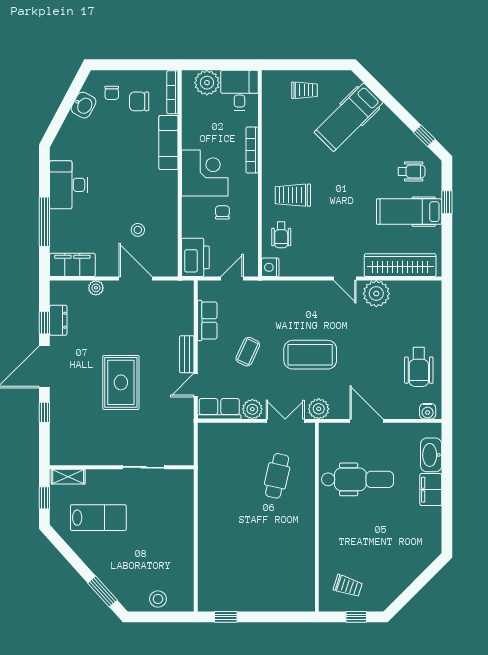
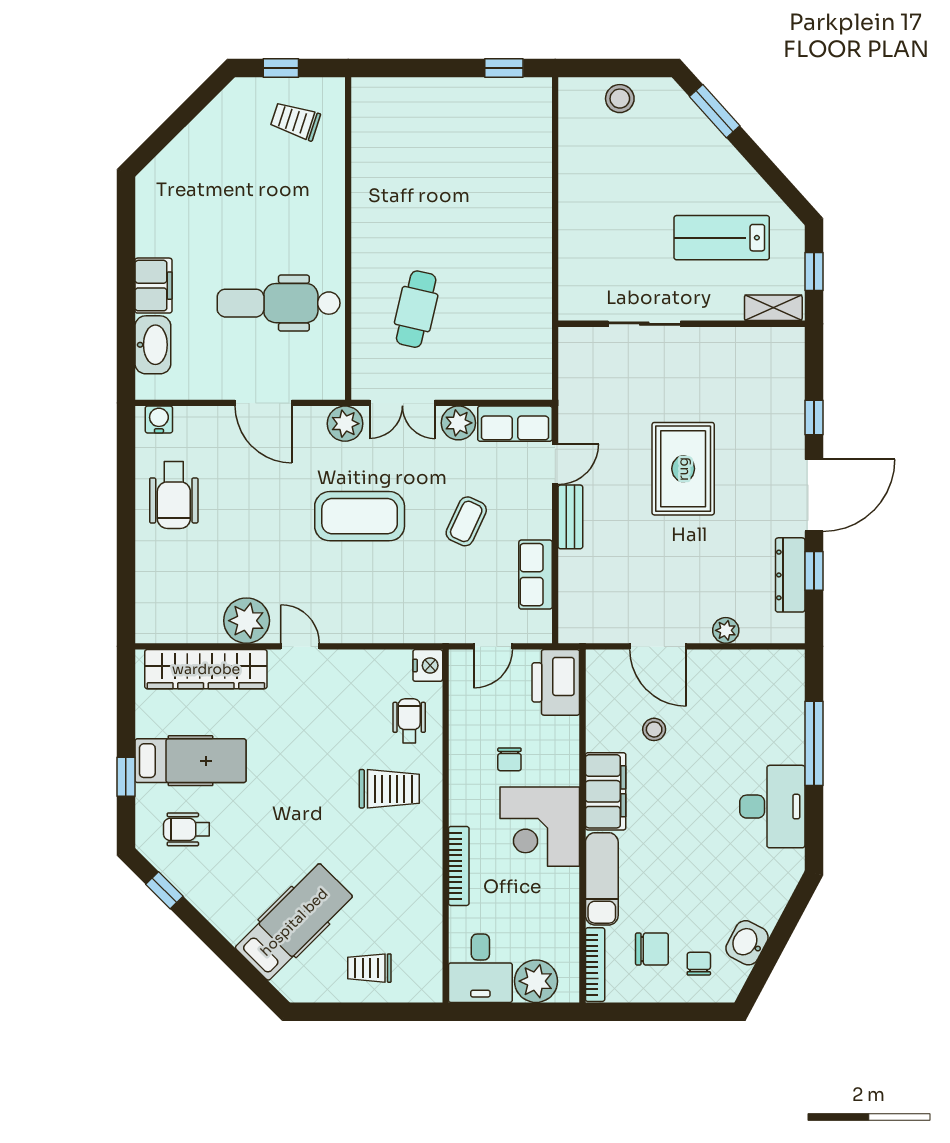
filing cabinet: (72, 265) -> (606, 791), moved, turned -90
dresser: (58, 320) -> (790, 575), width x1.44
wheelchair: (419, 367) -> (174, 495), turned 180

